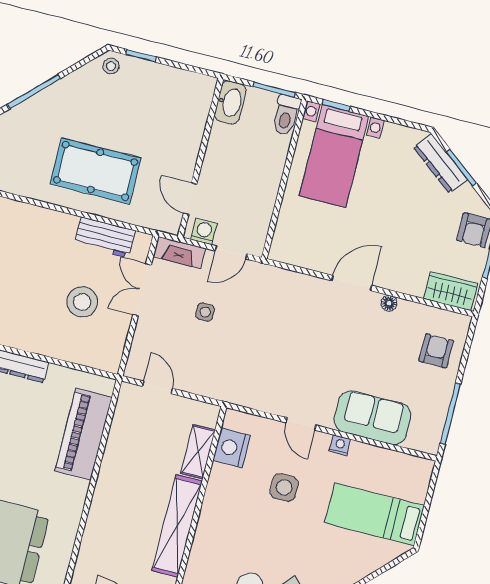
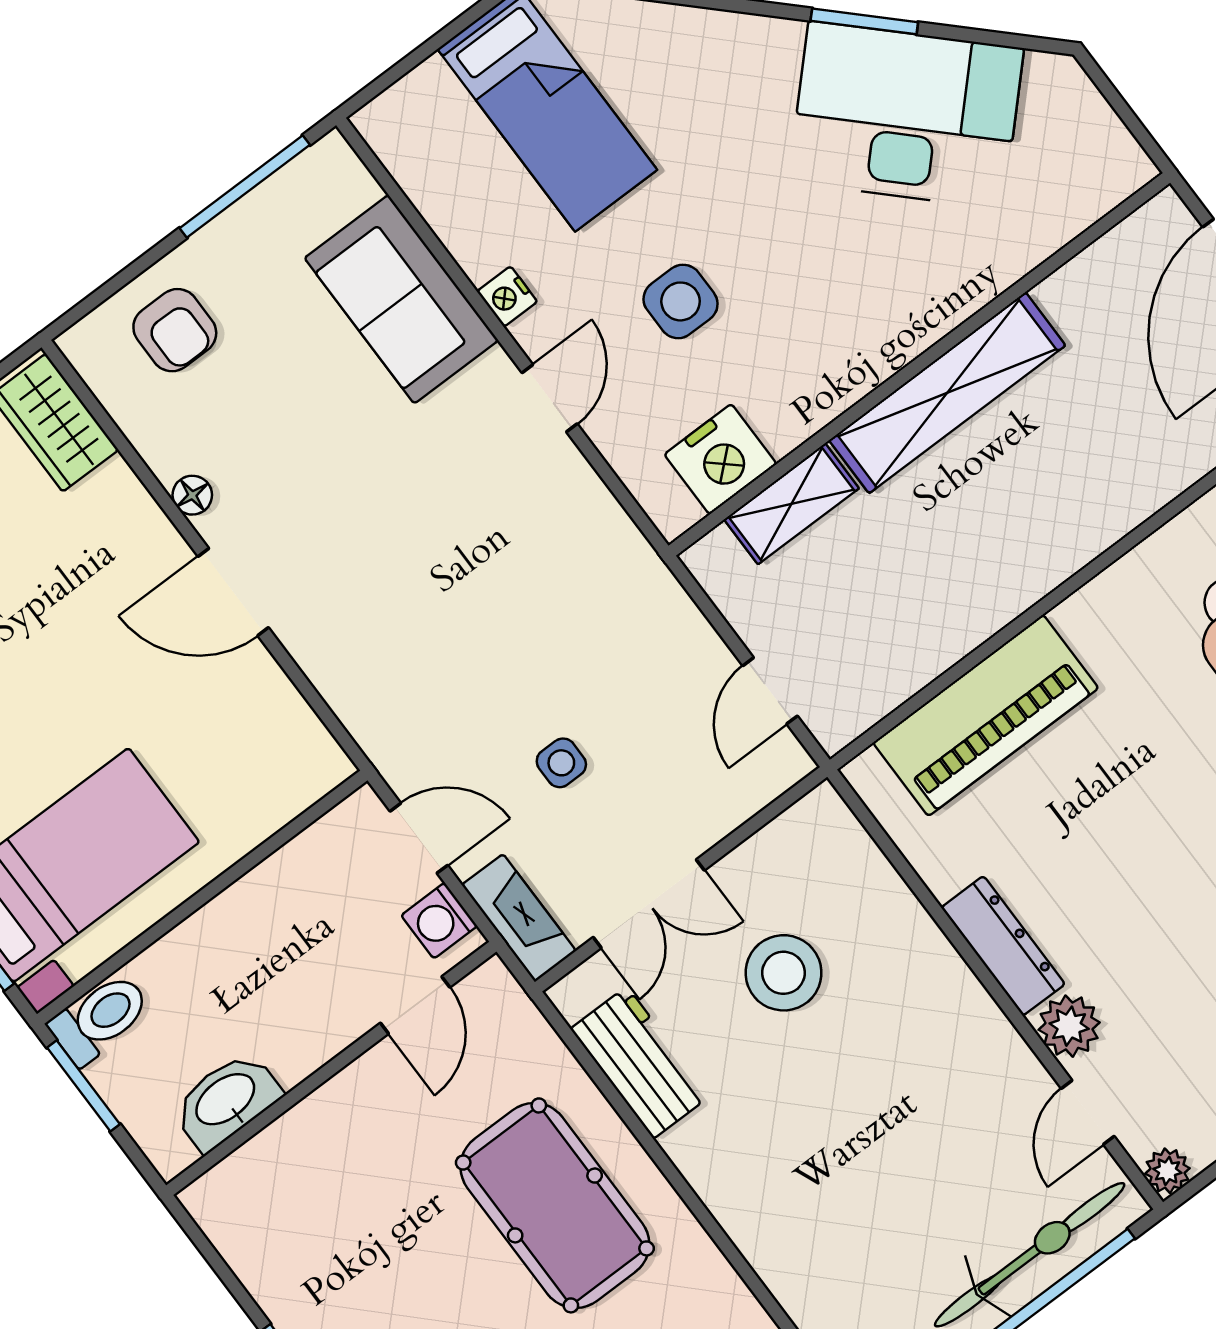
washbasin: (230, 102) -> (226, 1101), moved
armchair: (436, 351) -> (175, 330), turned -90

